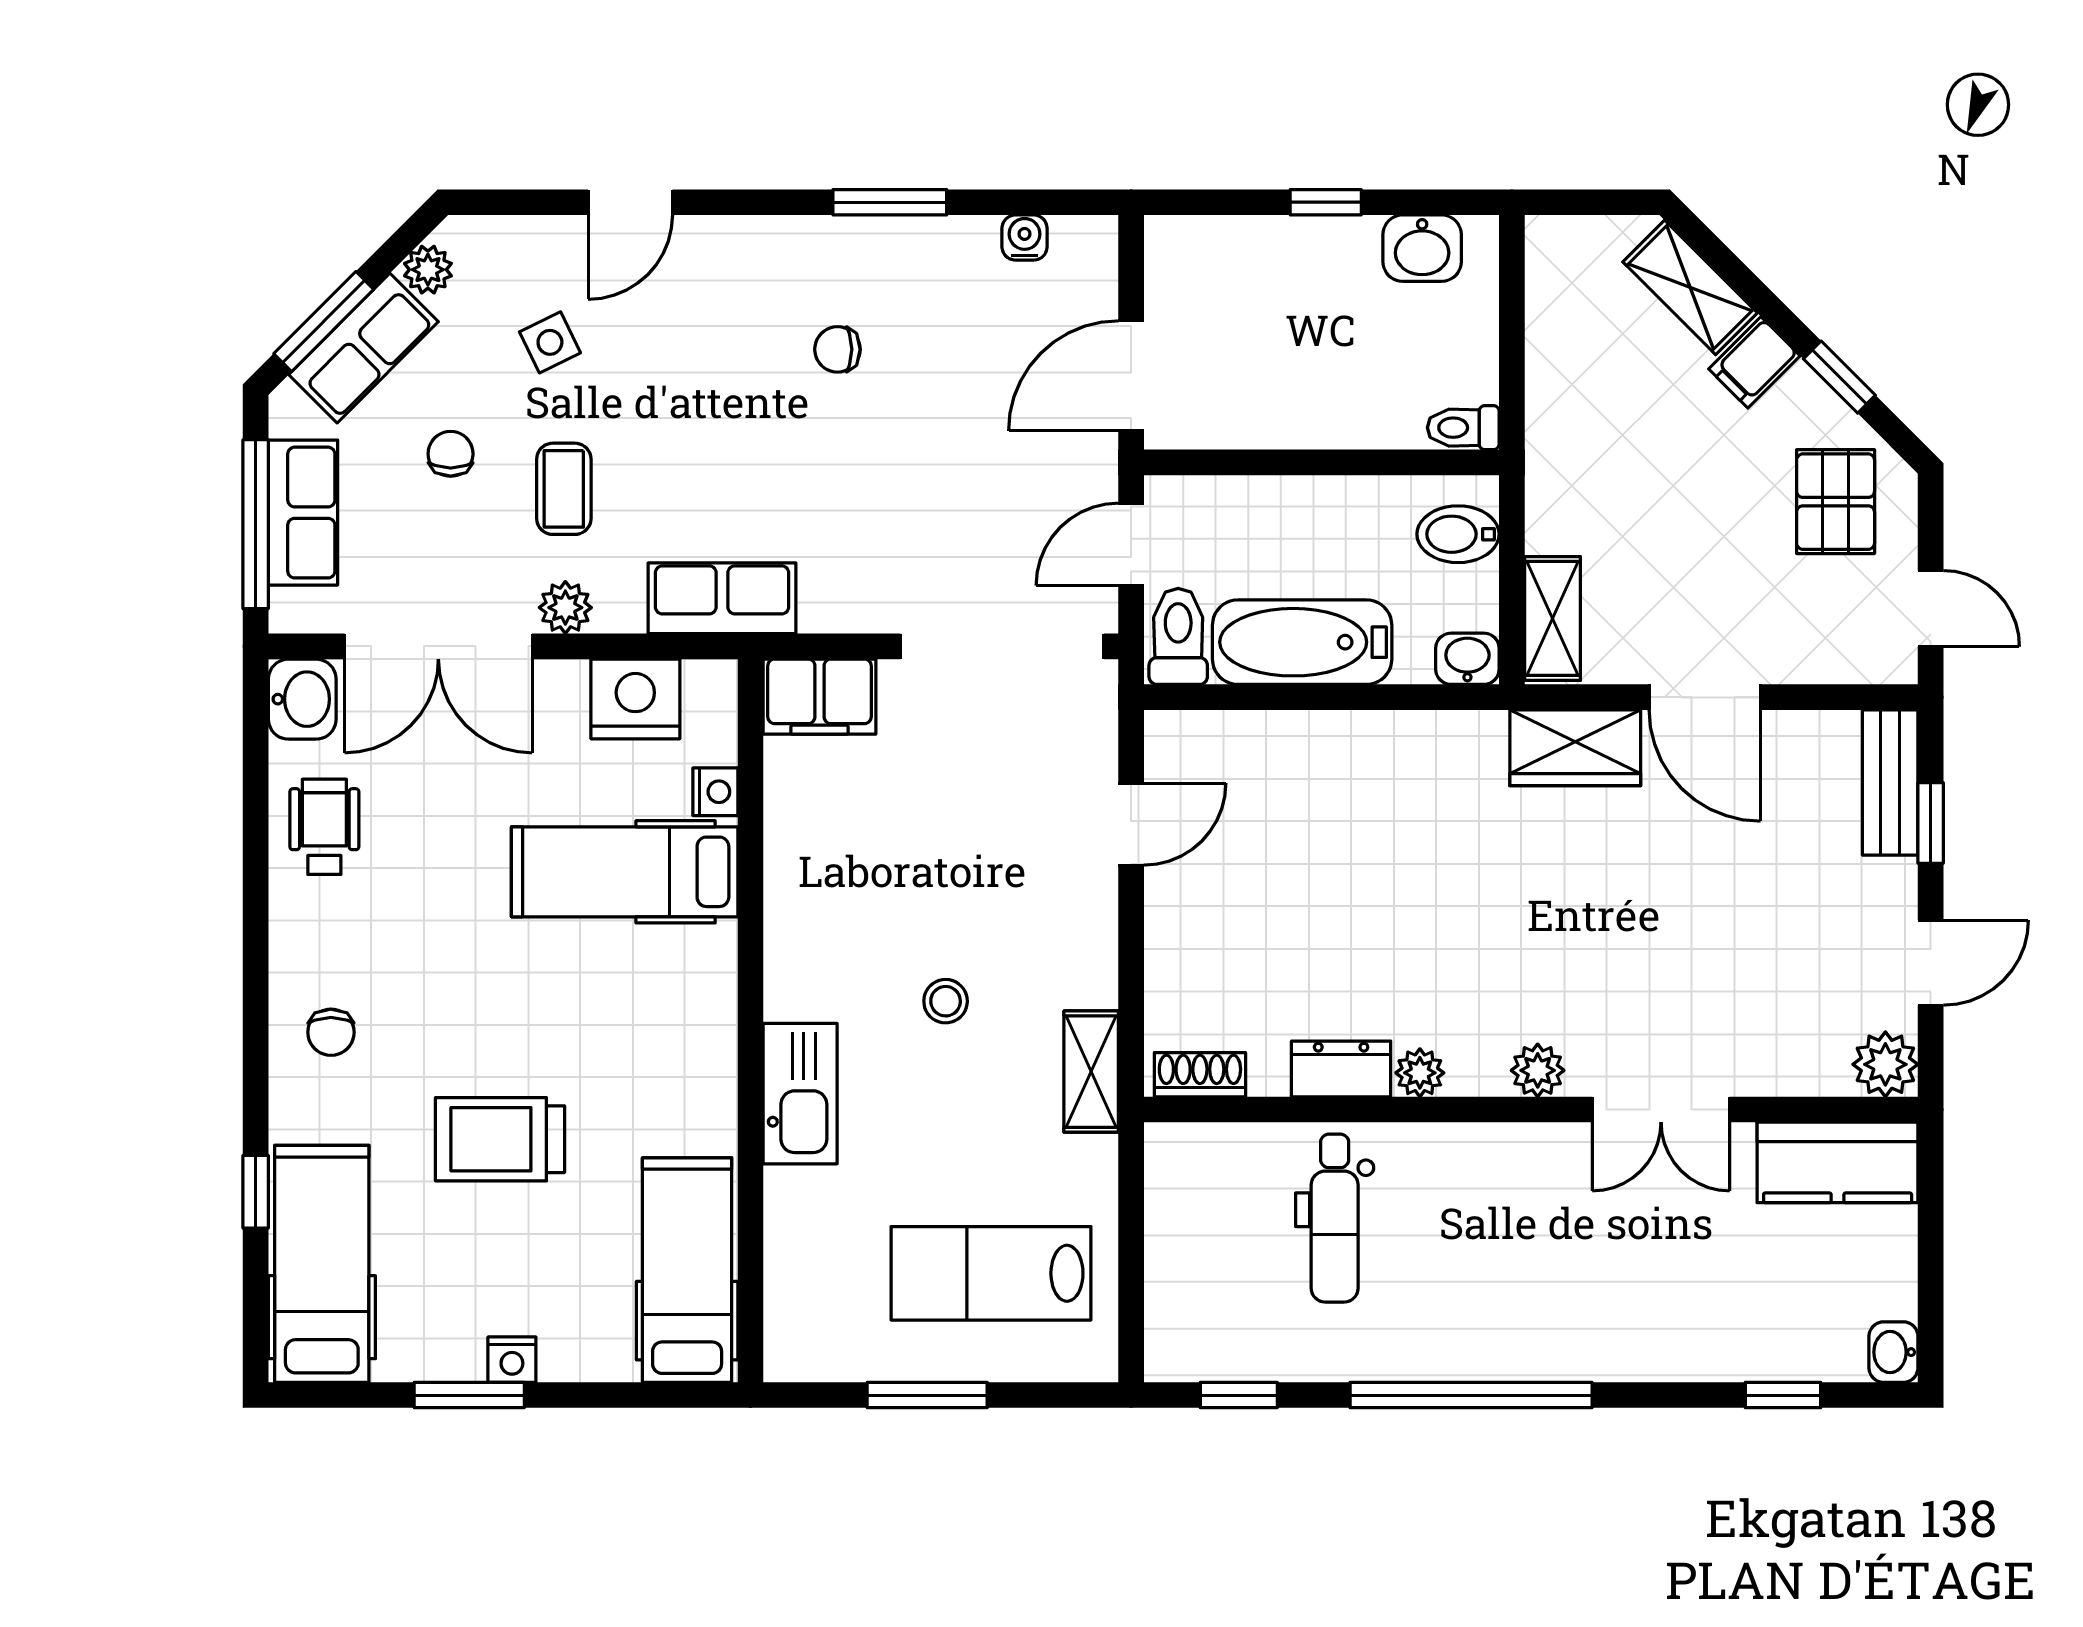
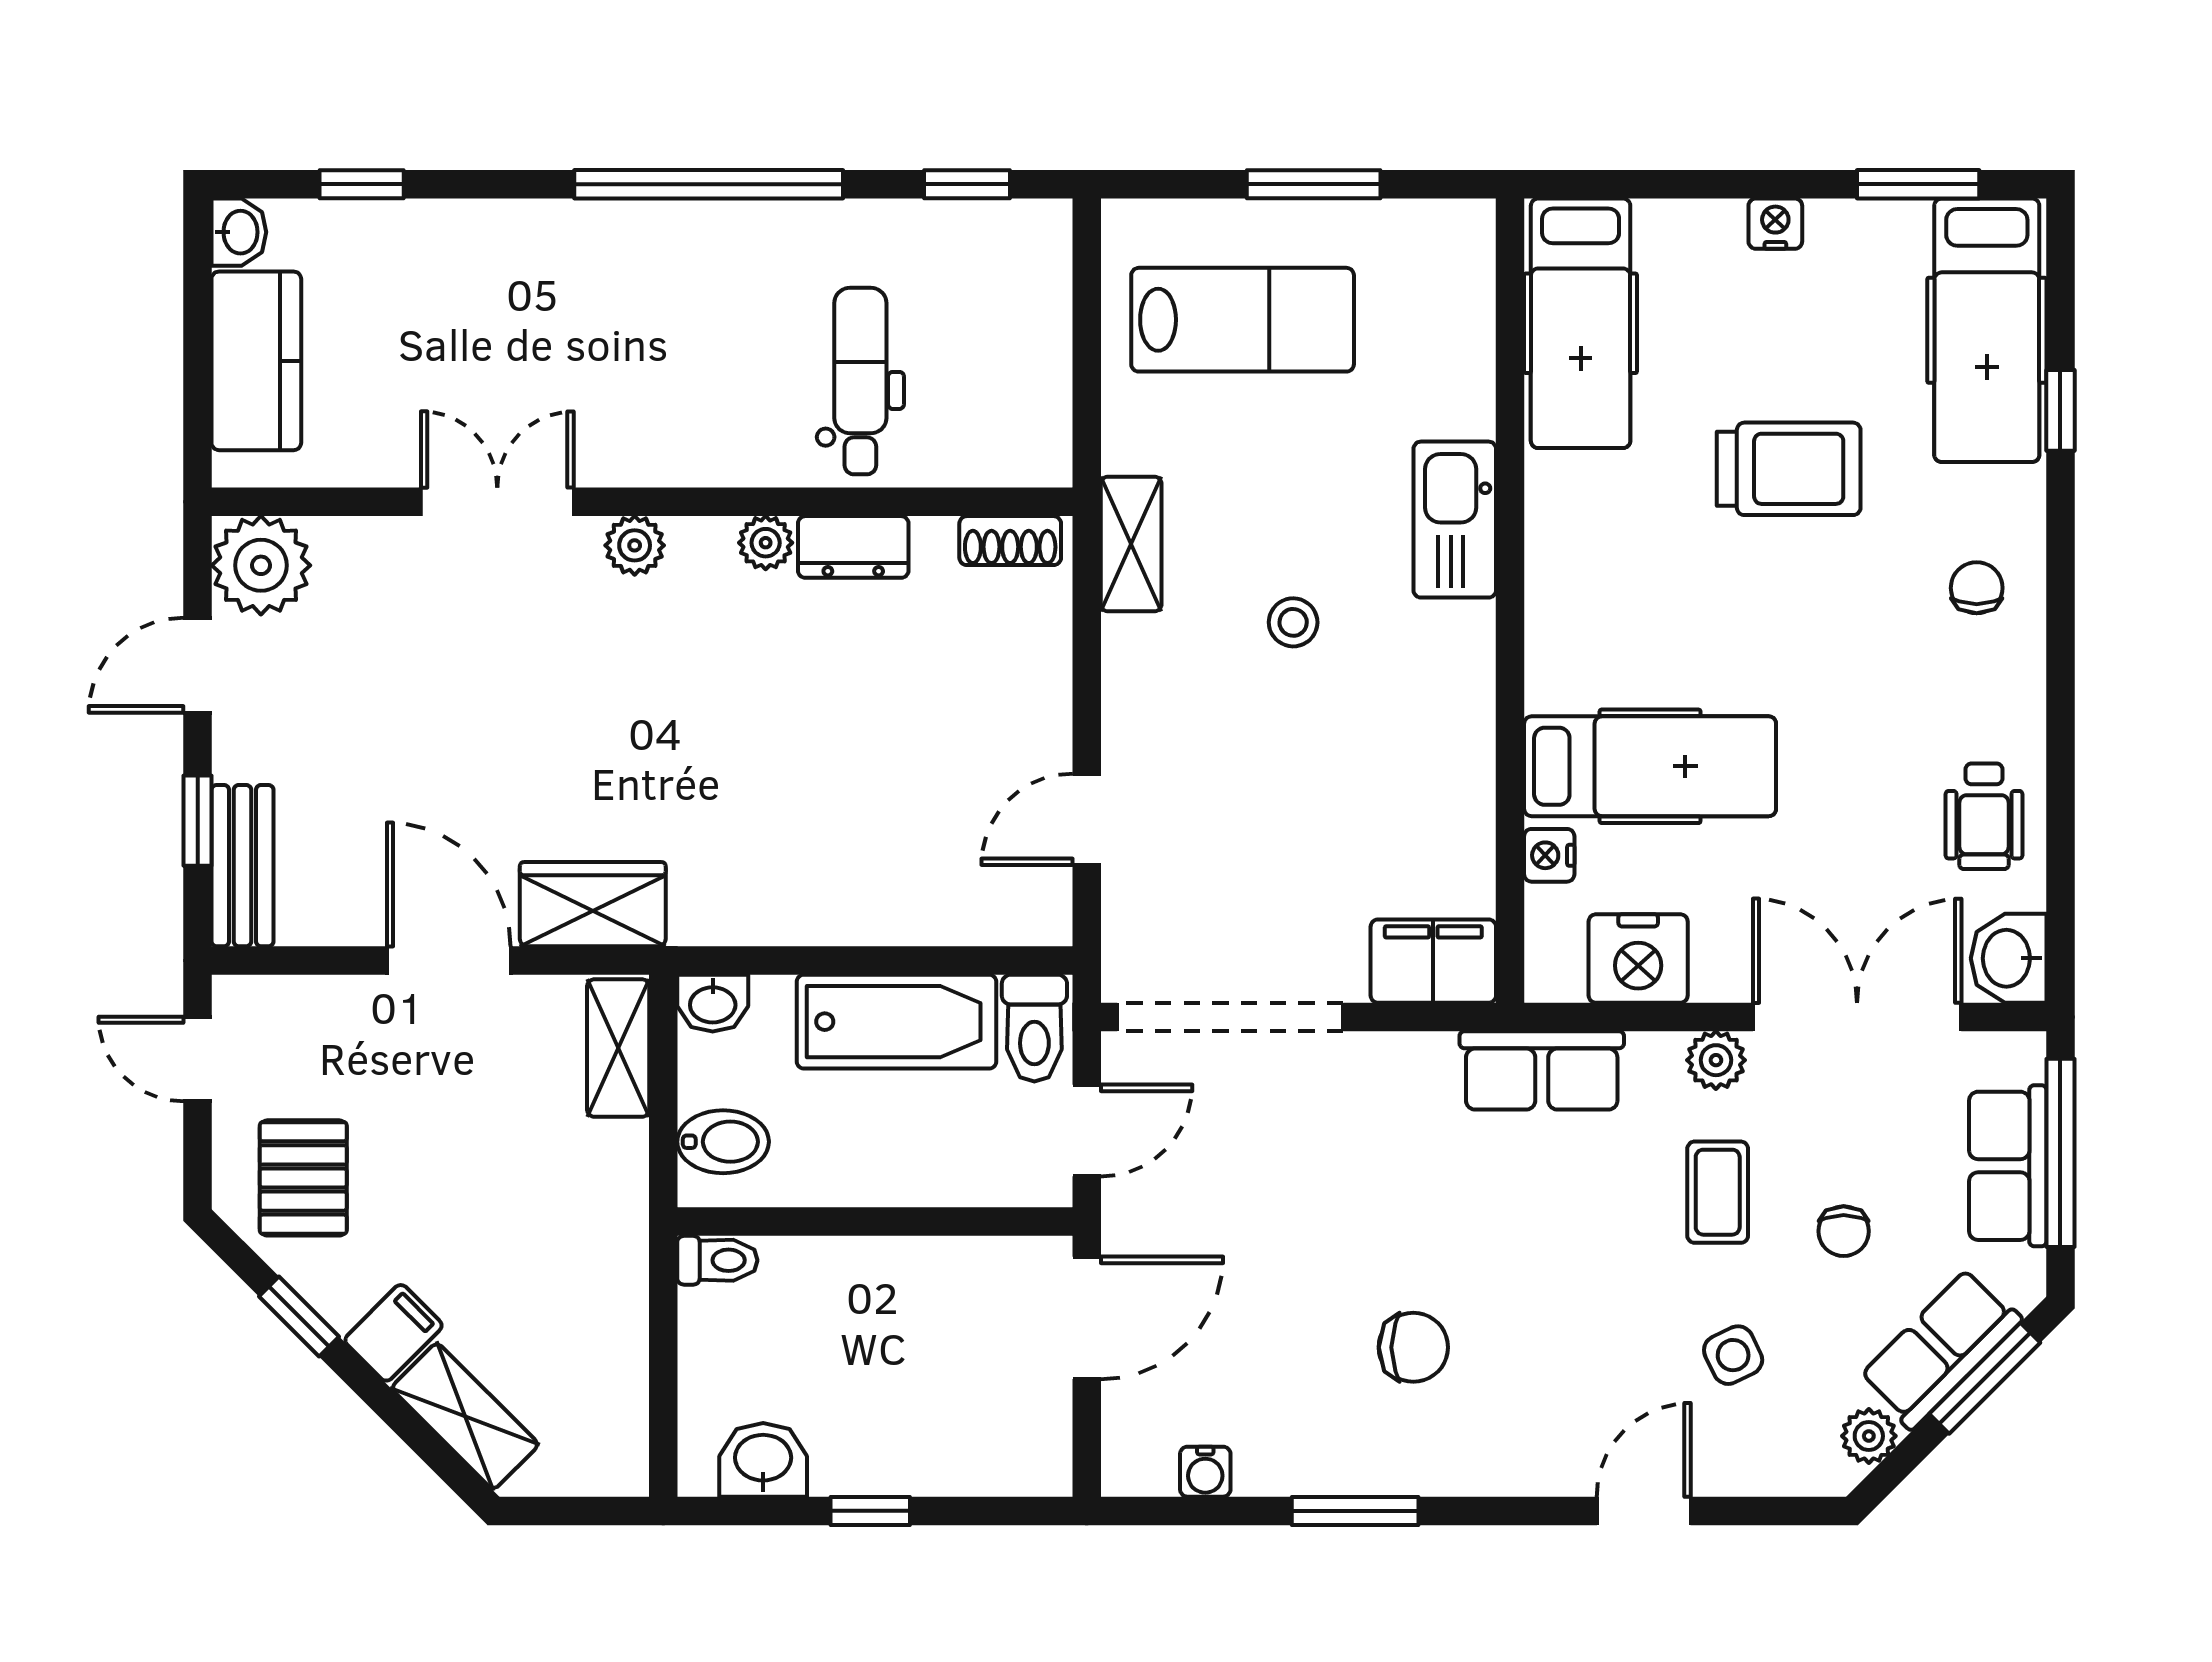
chair: (837, 349) -> (1413, 1347), width x1.37, depth x1.37
plant: (1885, 1064) -> (261, 565), width x1.36, depth x1.36
kitchen counter: (1838, 1162) -> (256, 361), moved, turned 90
window: (469, 1395) -> (1918, 184), moved

